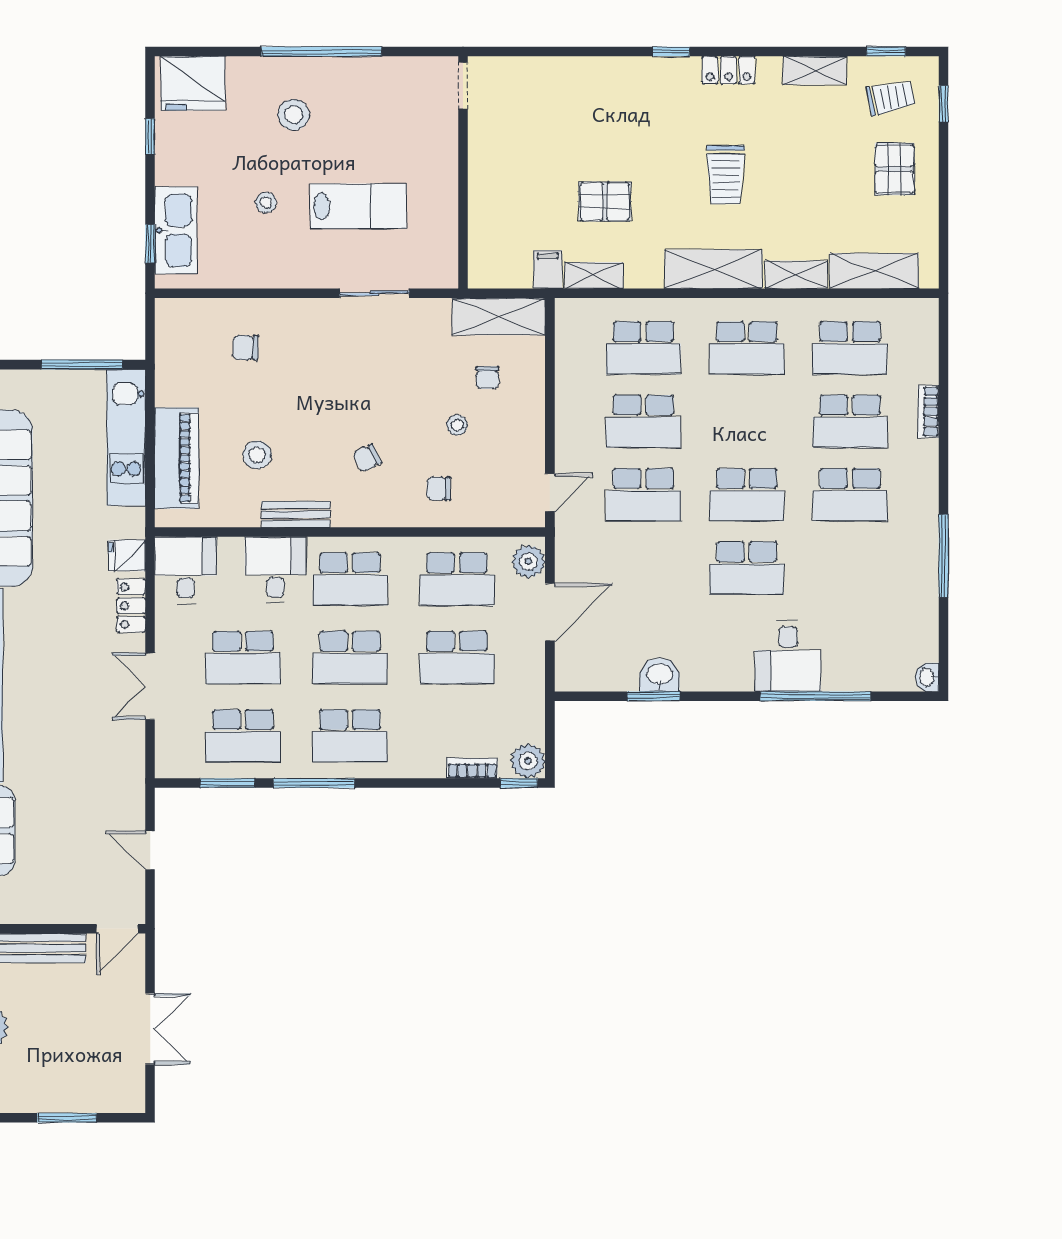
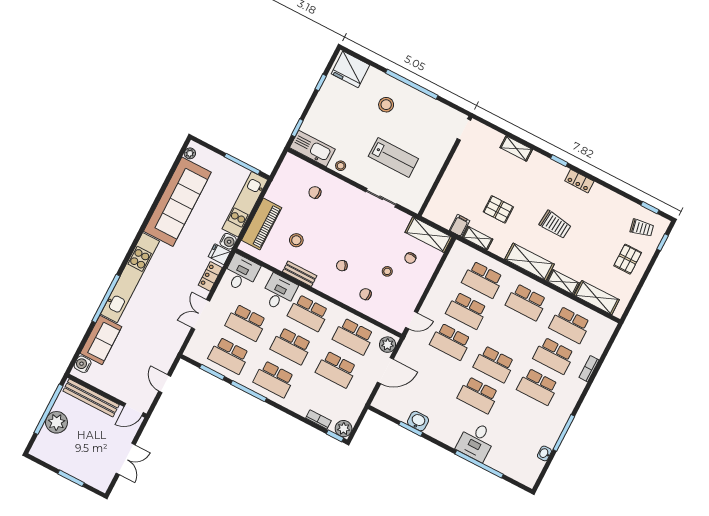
shelving: (815, 70) -> (516, 148), moved
trolley: (726, 175) -> (555, 225), turned -85
stool: (266, 203) -> (341, 166), moved
kitchen sink: (176, 230) -> (312, 148), moved, turned -90
water cooler: (131, 523) -> (228, 241), added
washbasin: (927, 677) -> (544, 453), moved

